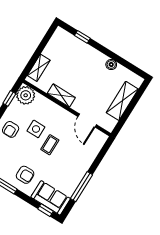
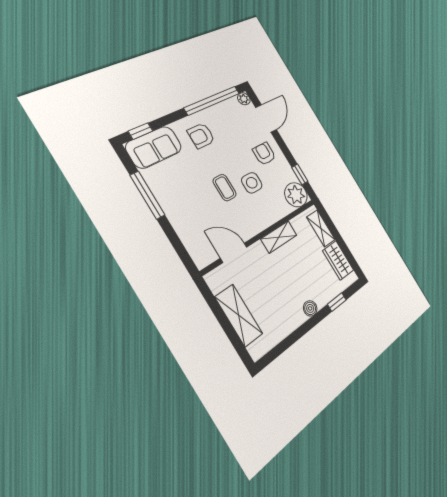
wardrobe: (54, 46) -> (338, 260), added
boiler: (111, 65) -> (310, 308), moved

